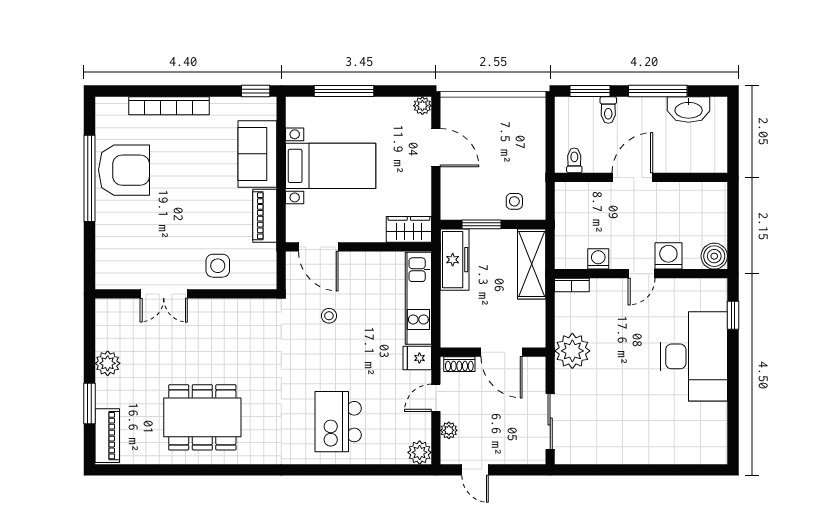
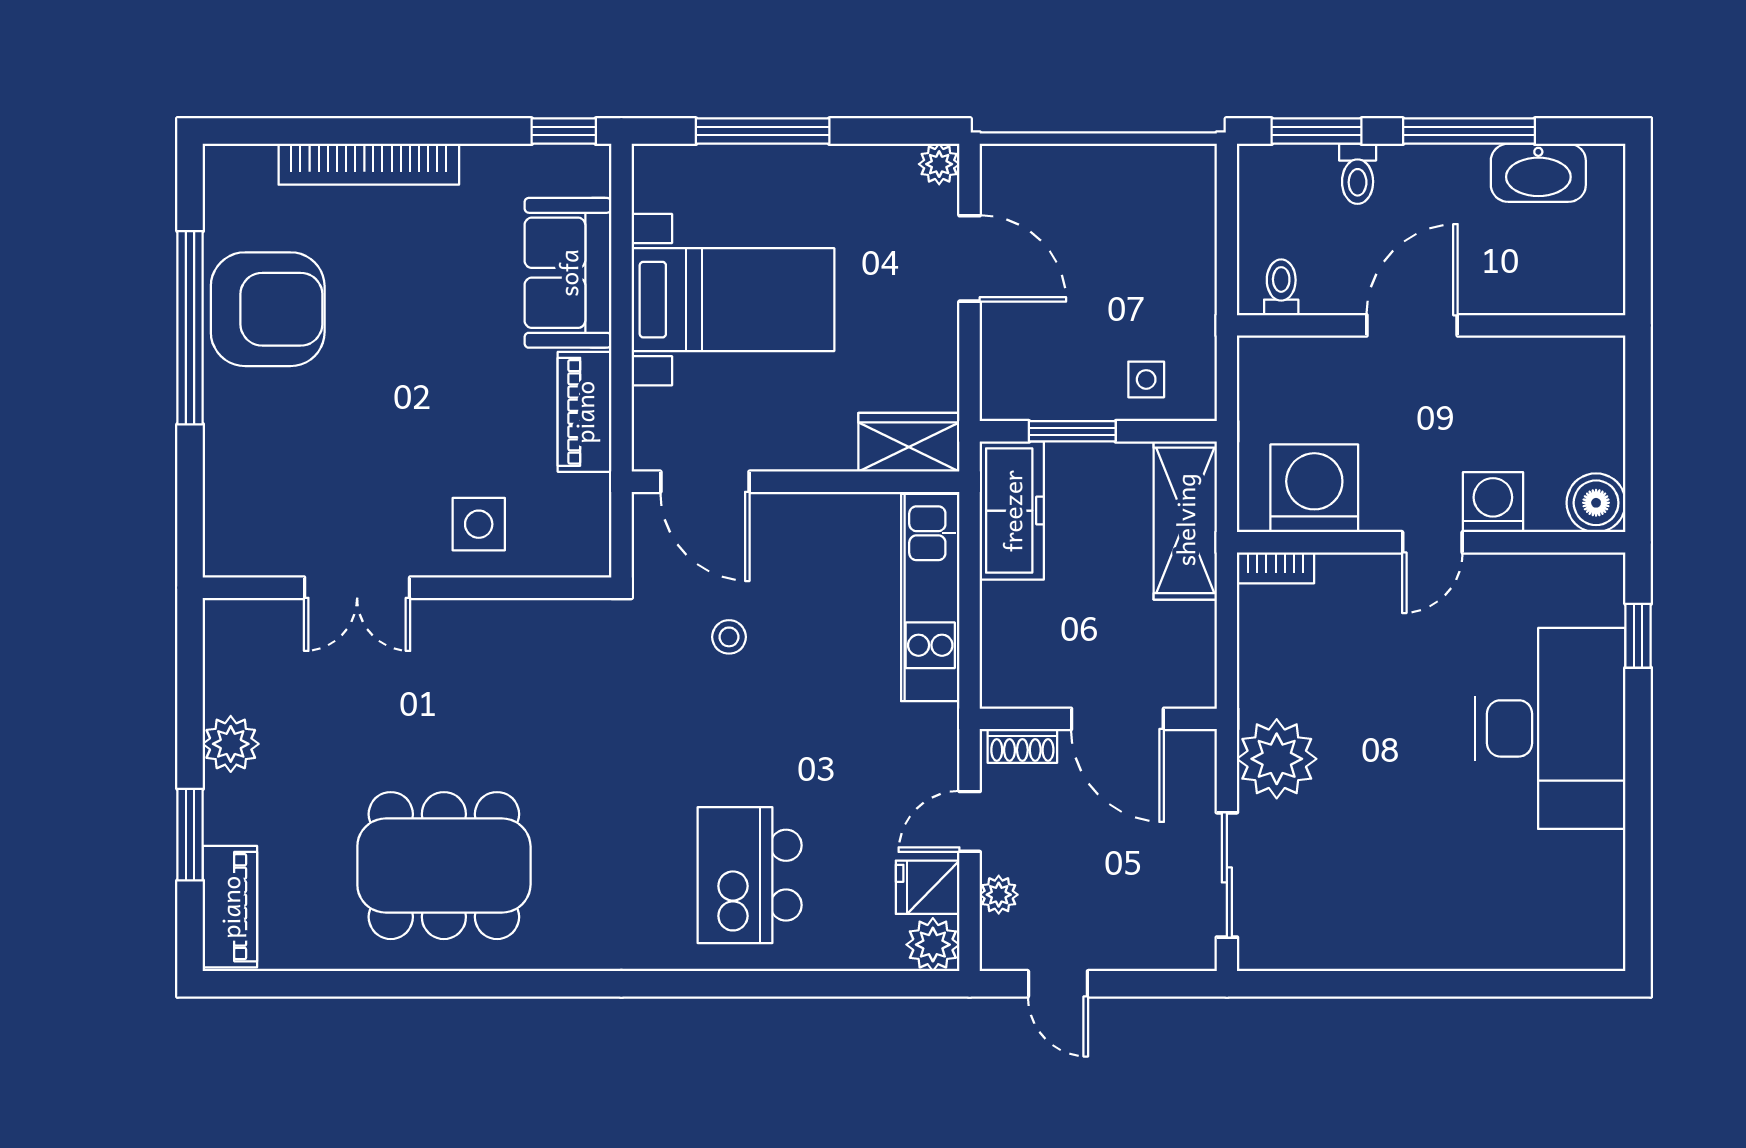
washing machine: (598, 259) -> (1314, 488), width x1.89, depth x1.89
plant: (572, 351) -> (1277, 759), moved
fridge: (417, 358) -> (928, 887), moved

